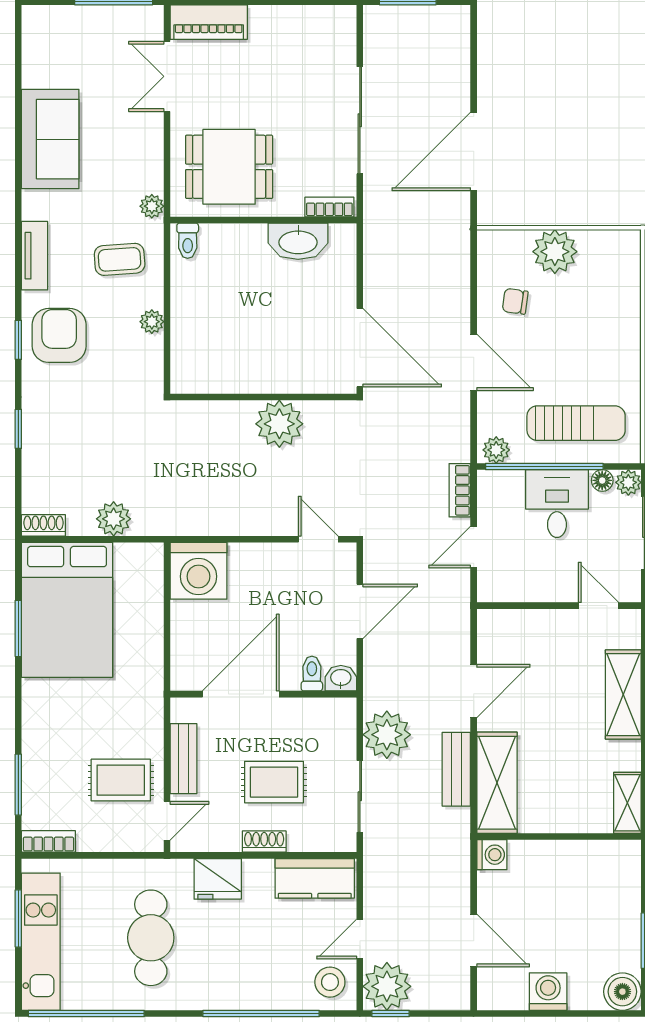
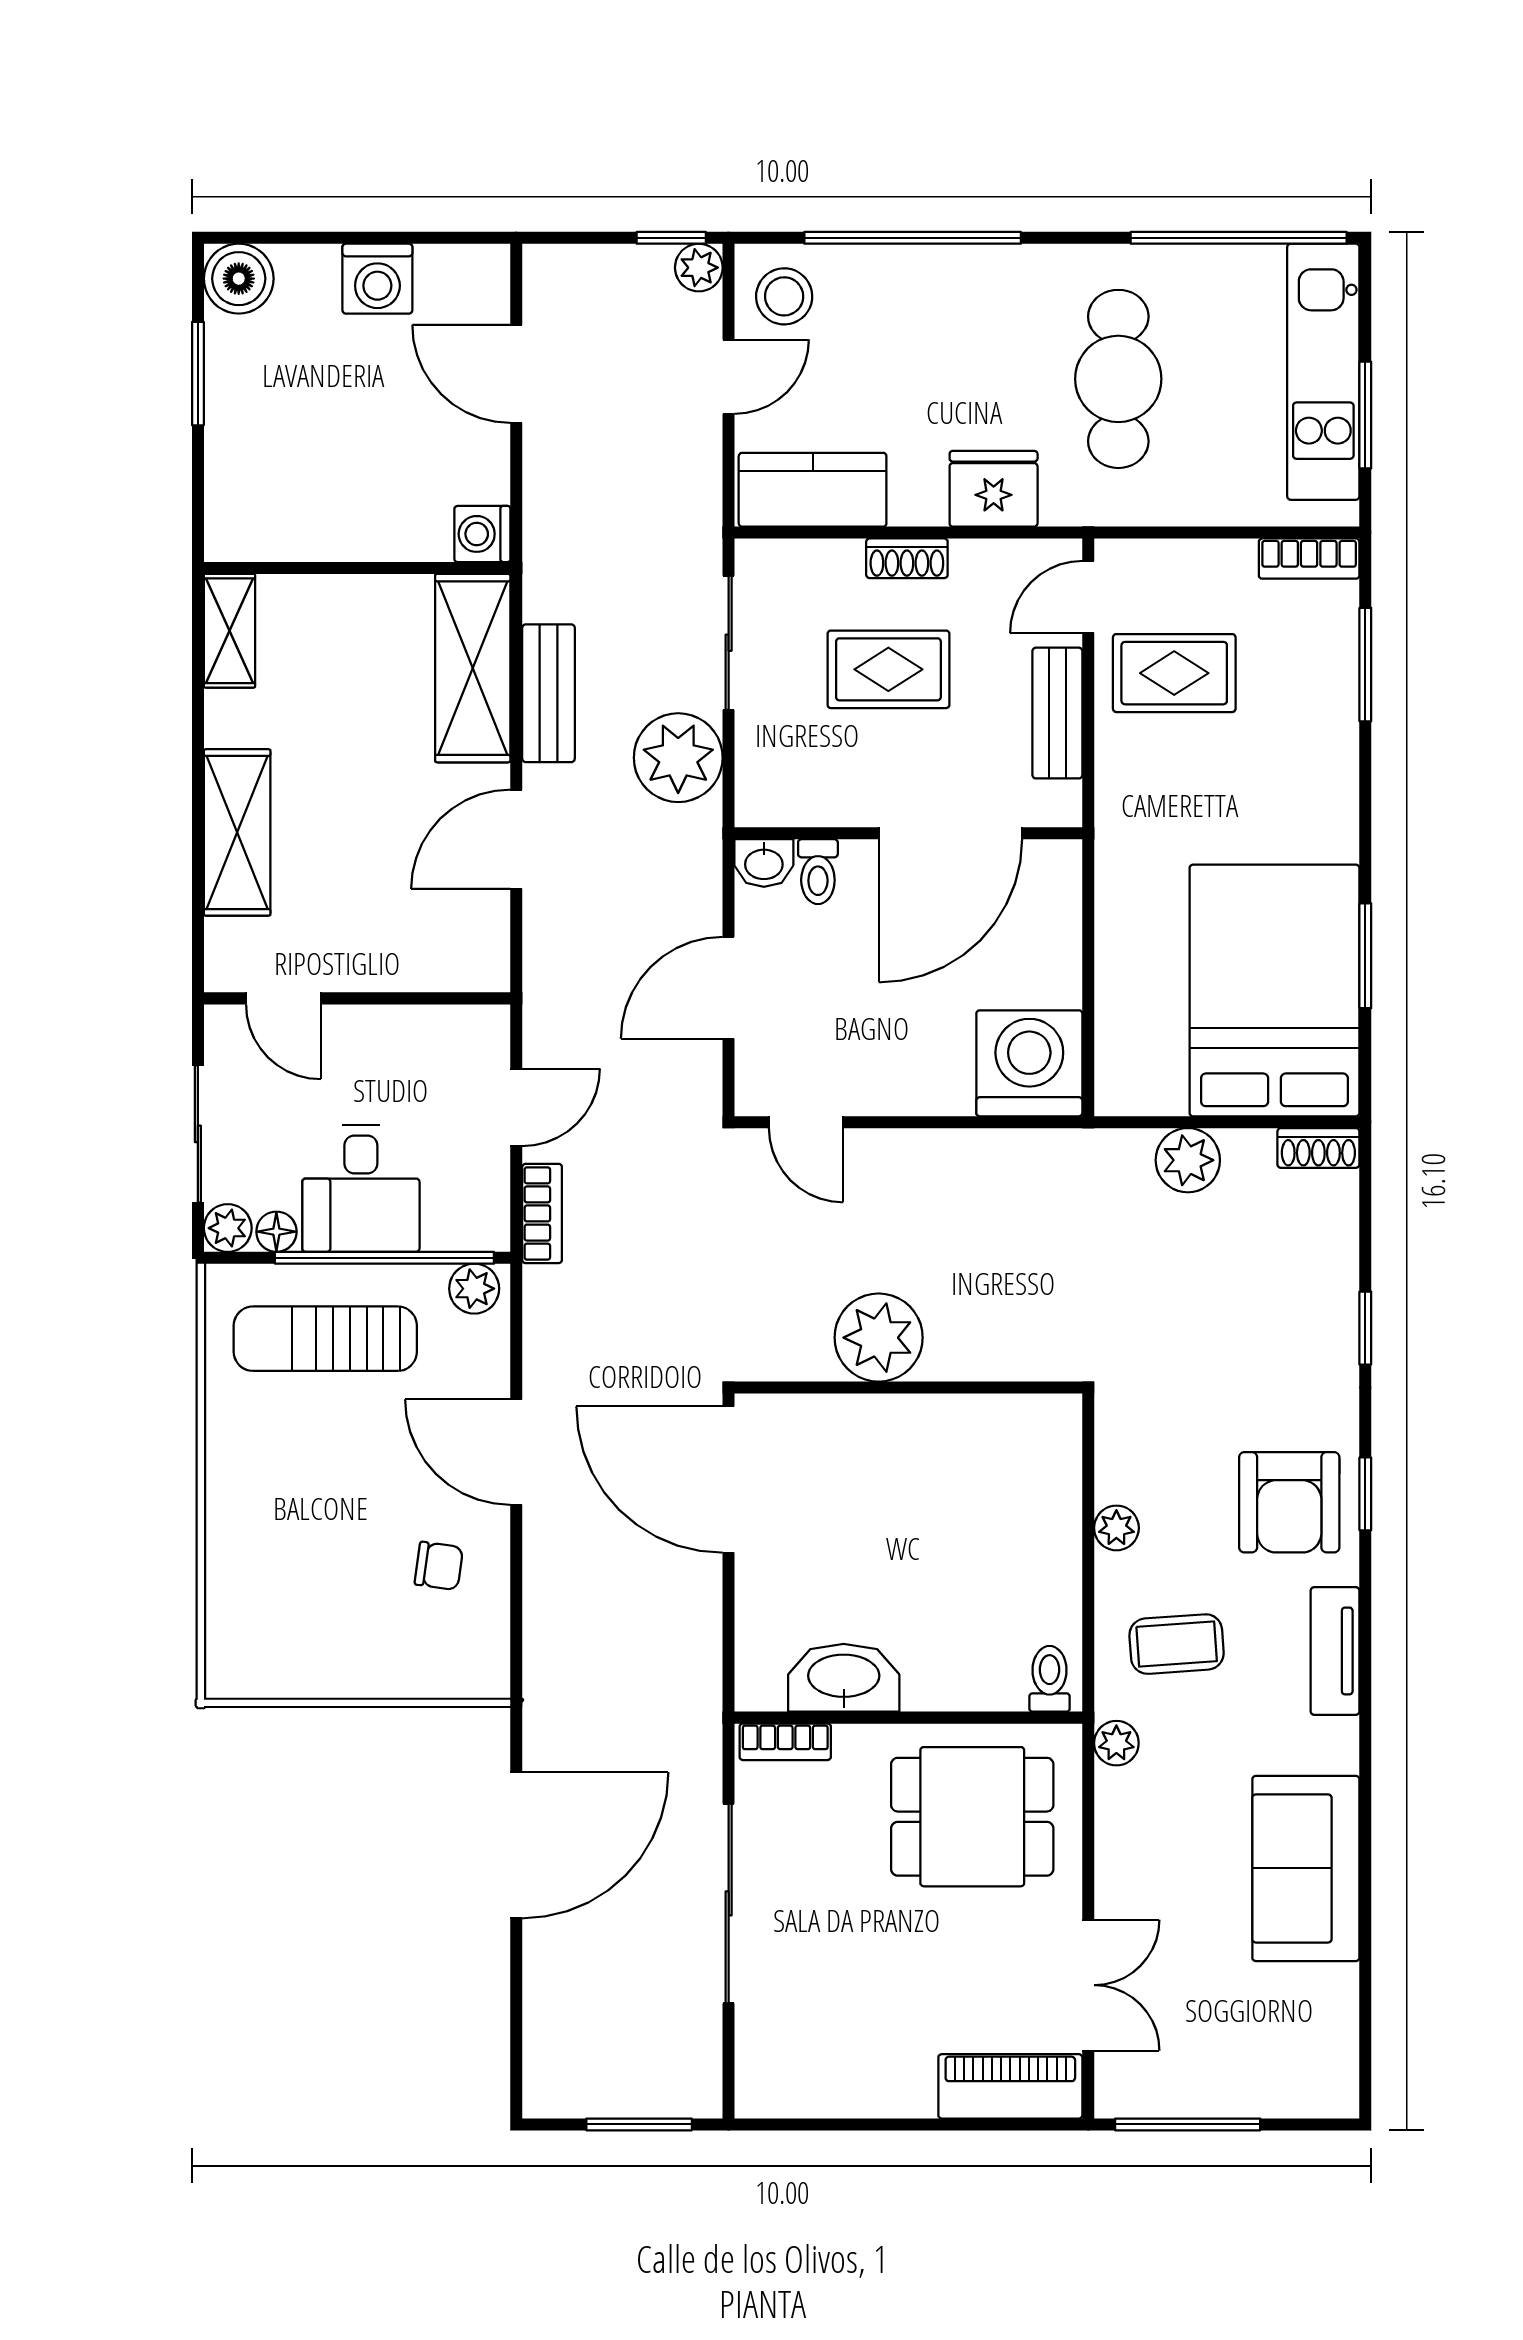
plant: (555, 252) -> (365, 1659), removed
plant: (387, 986) -> (699, 268), width x0.53, depth x0.53

